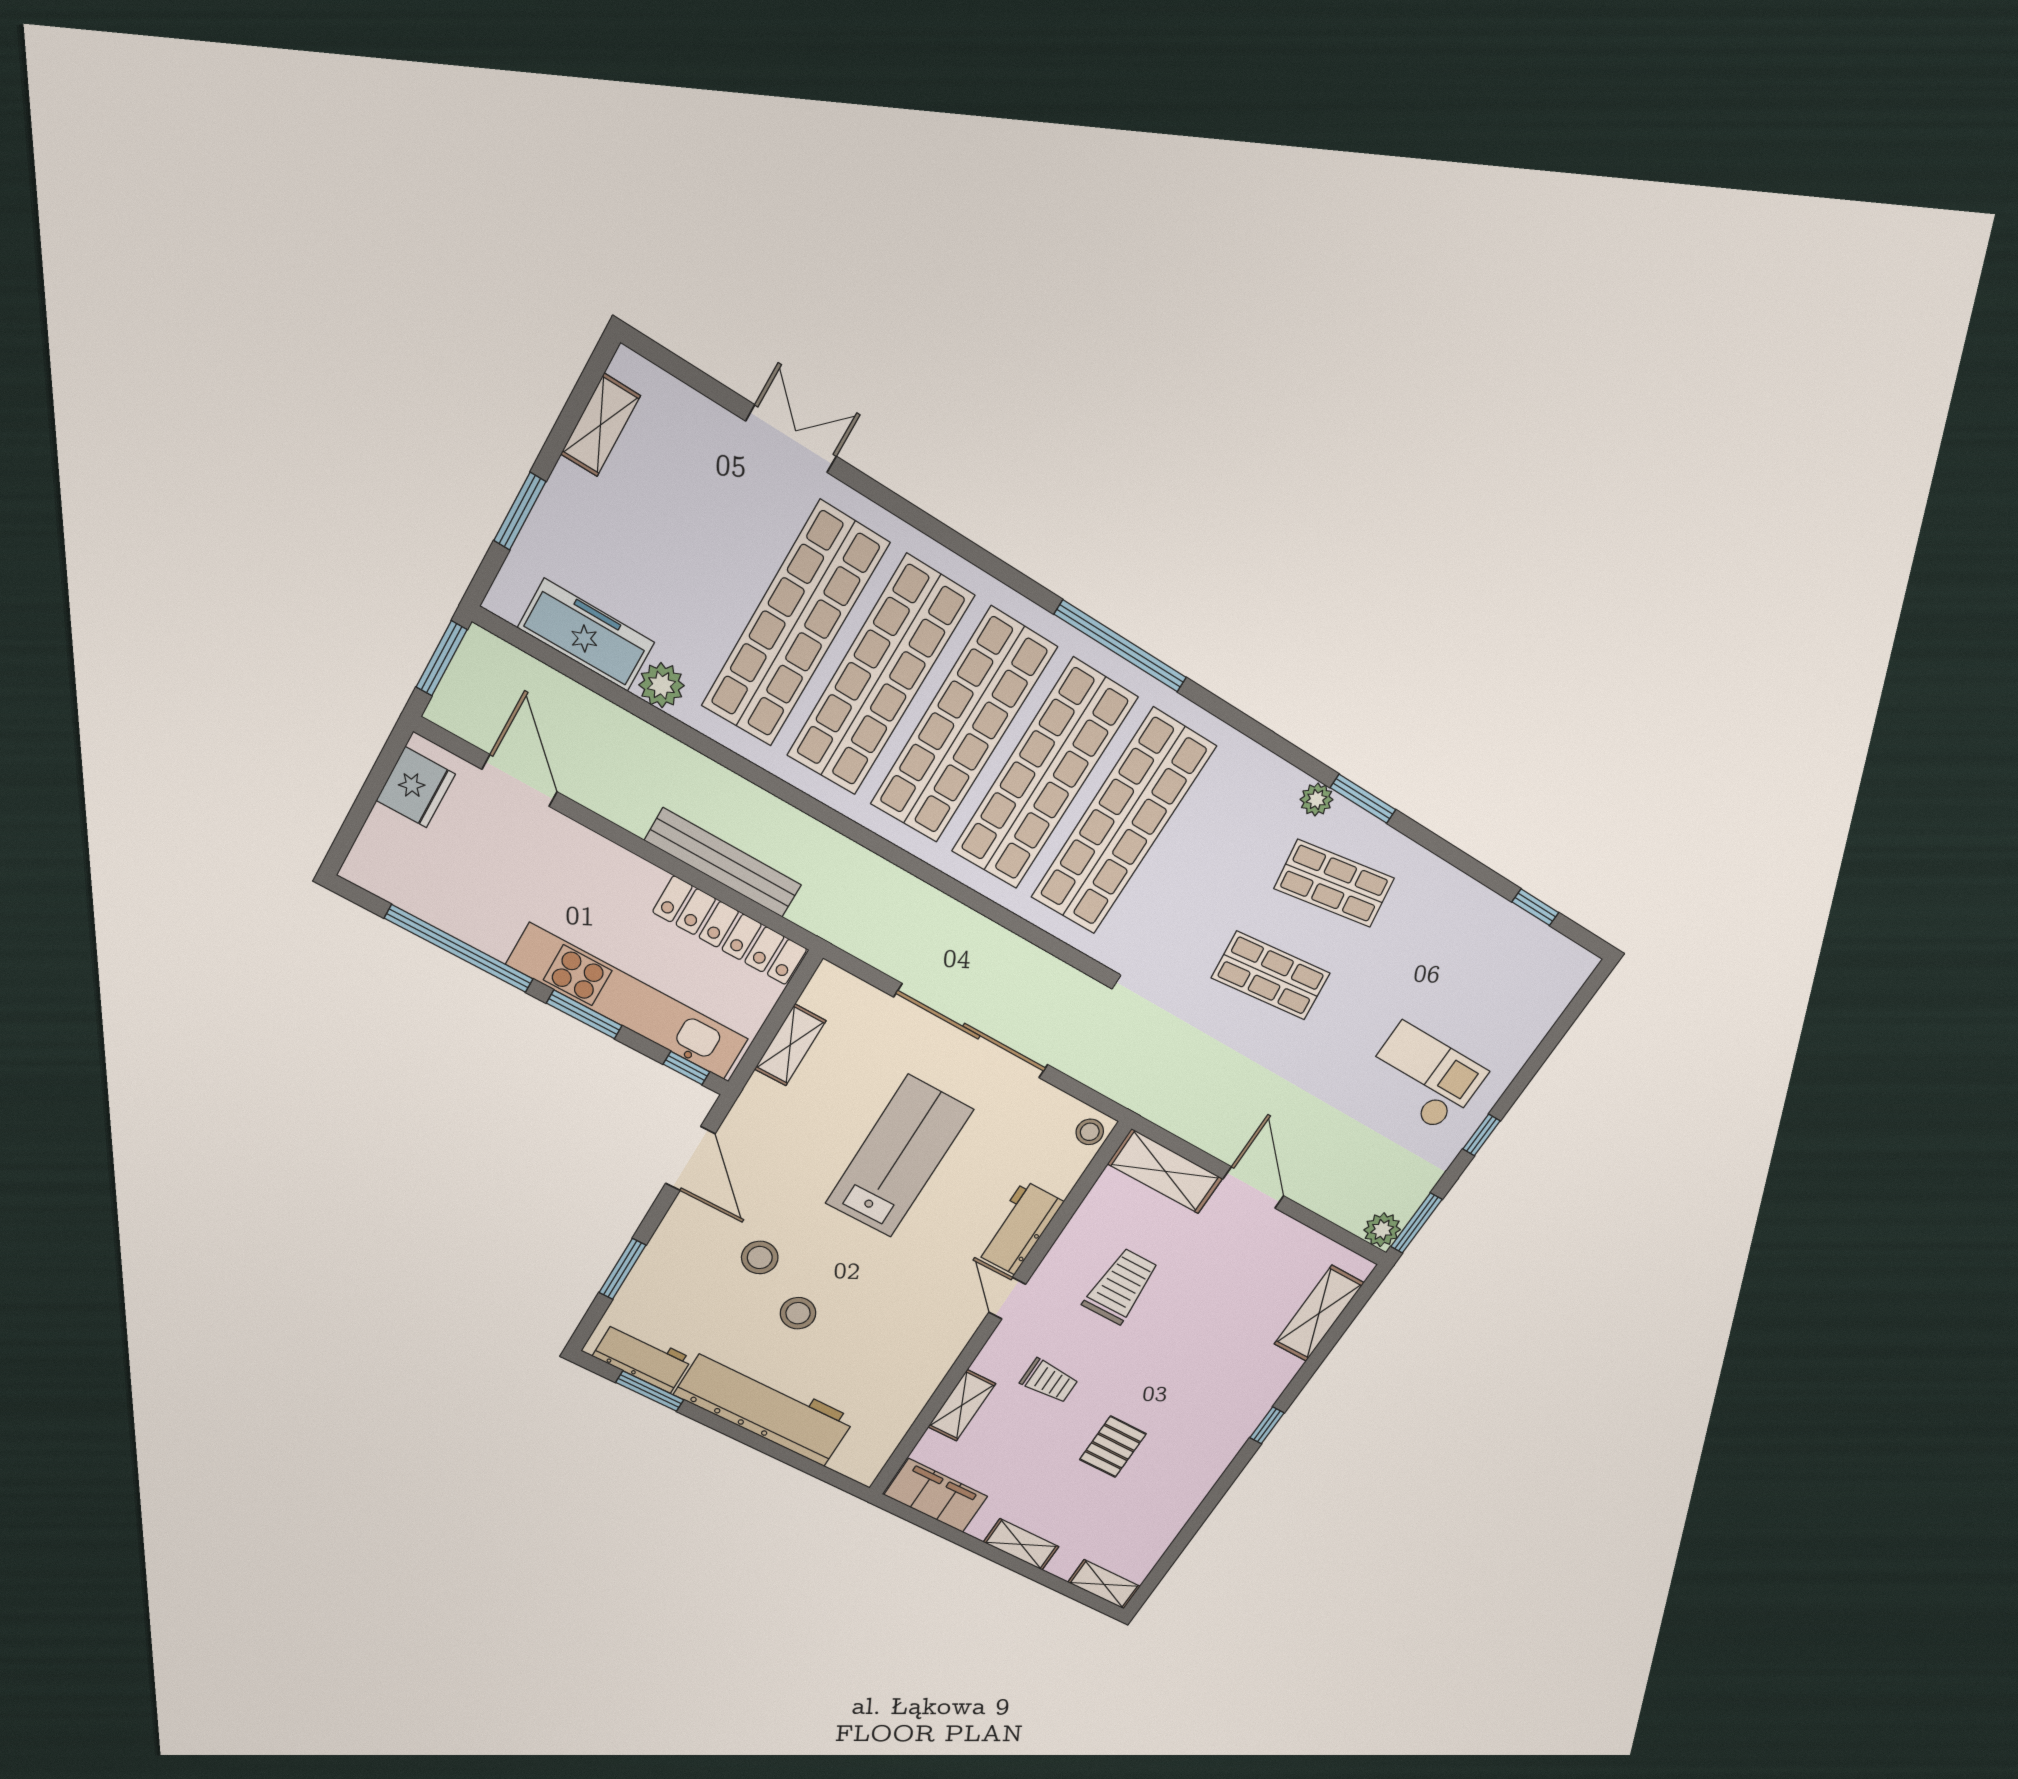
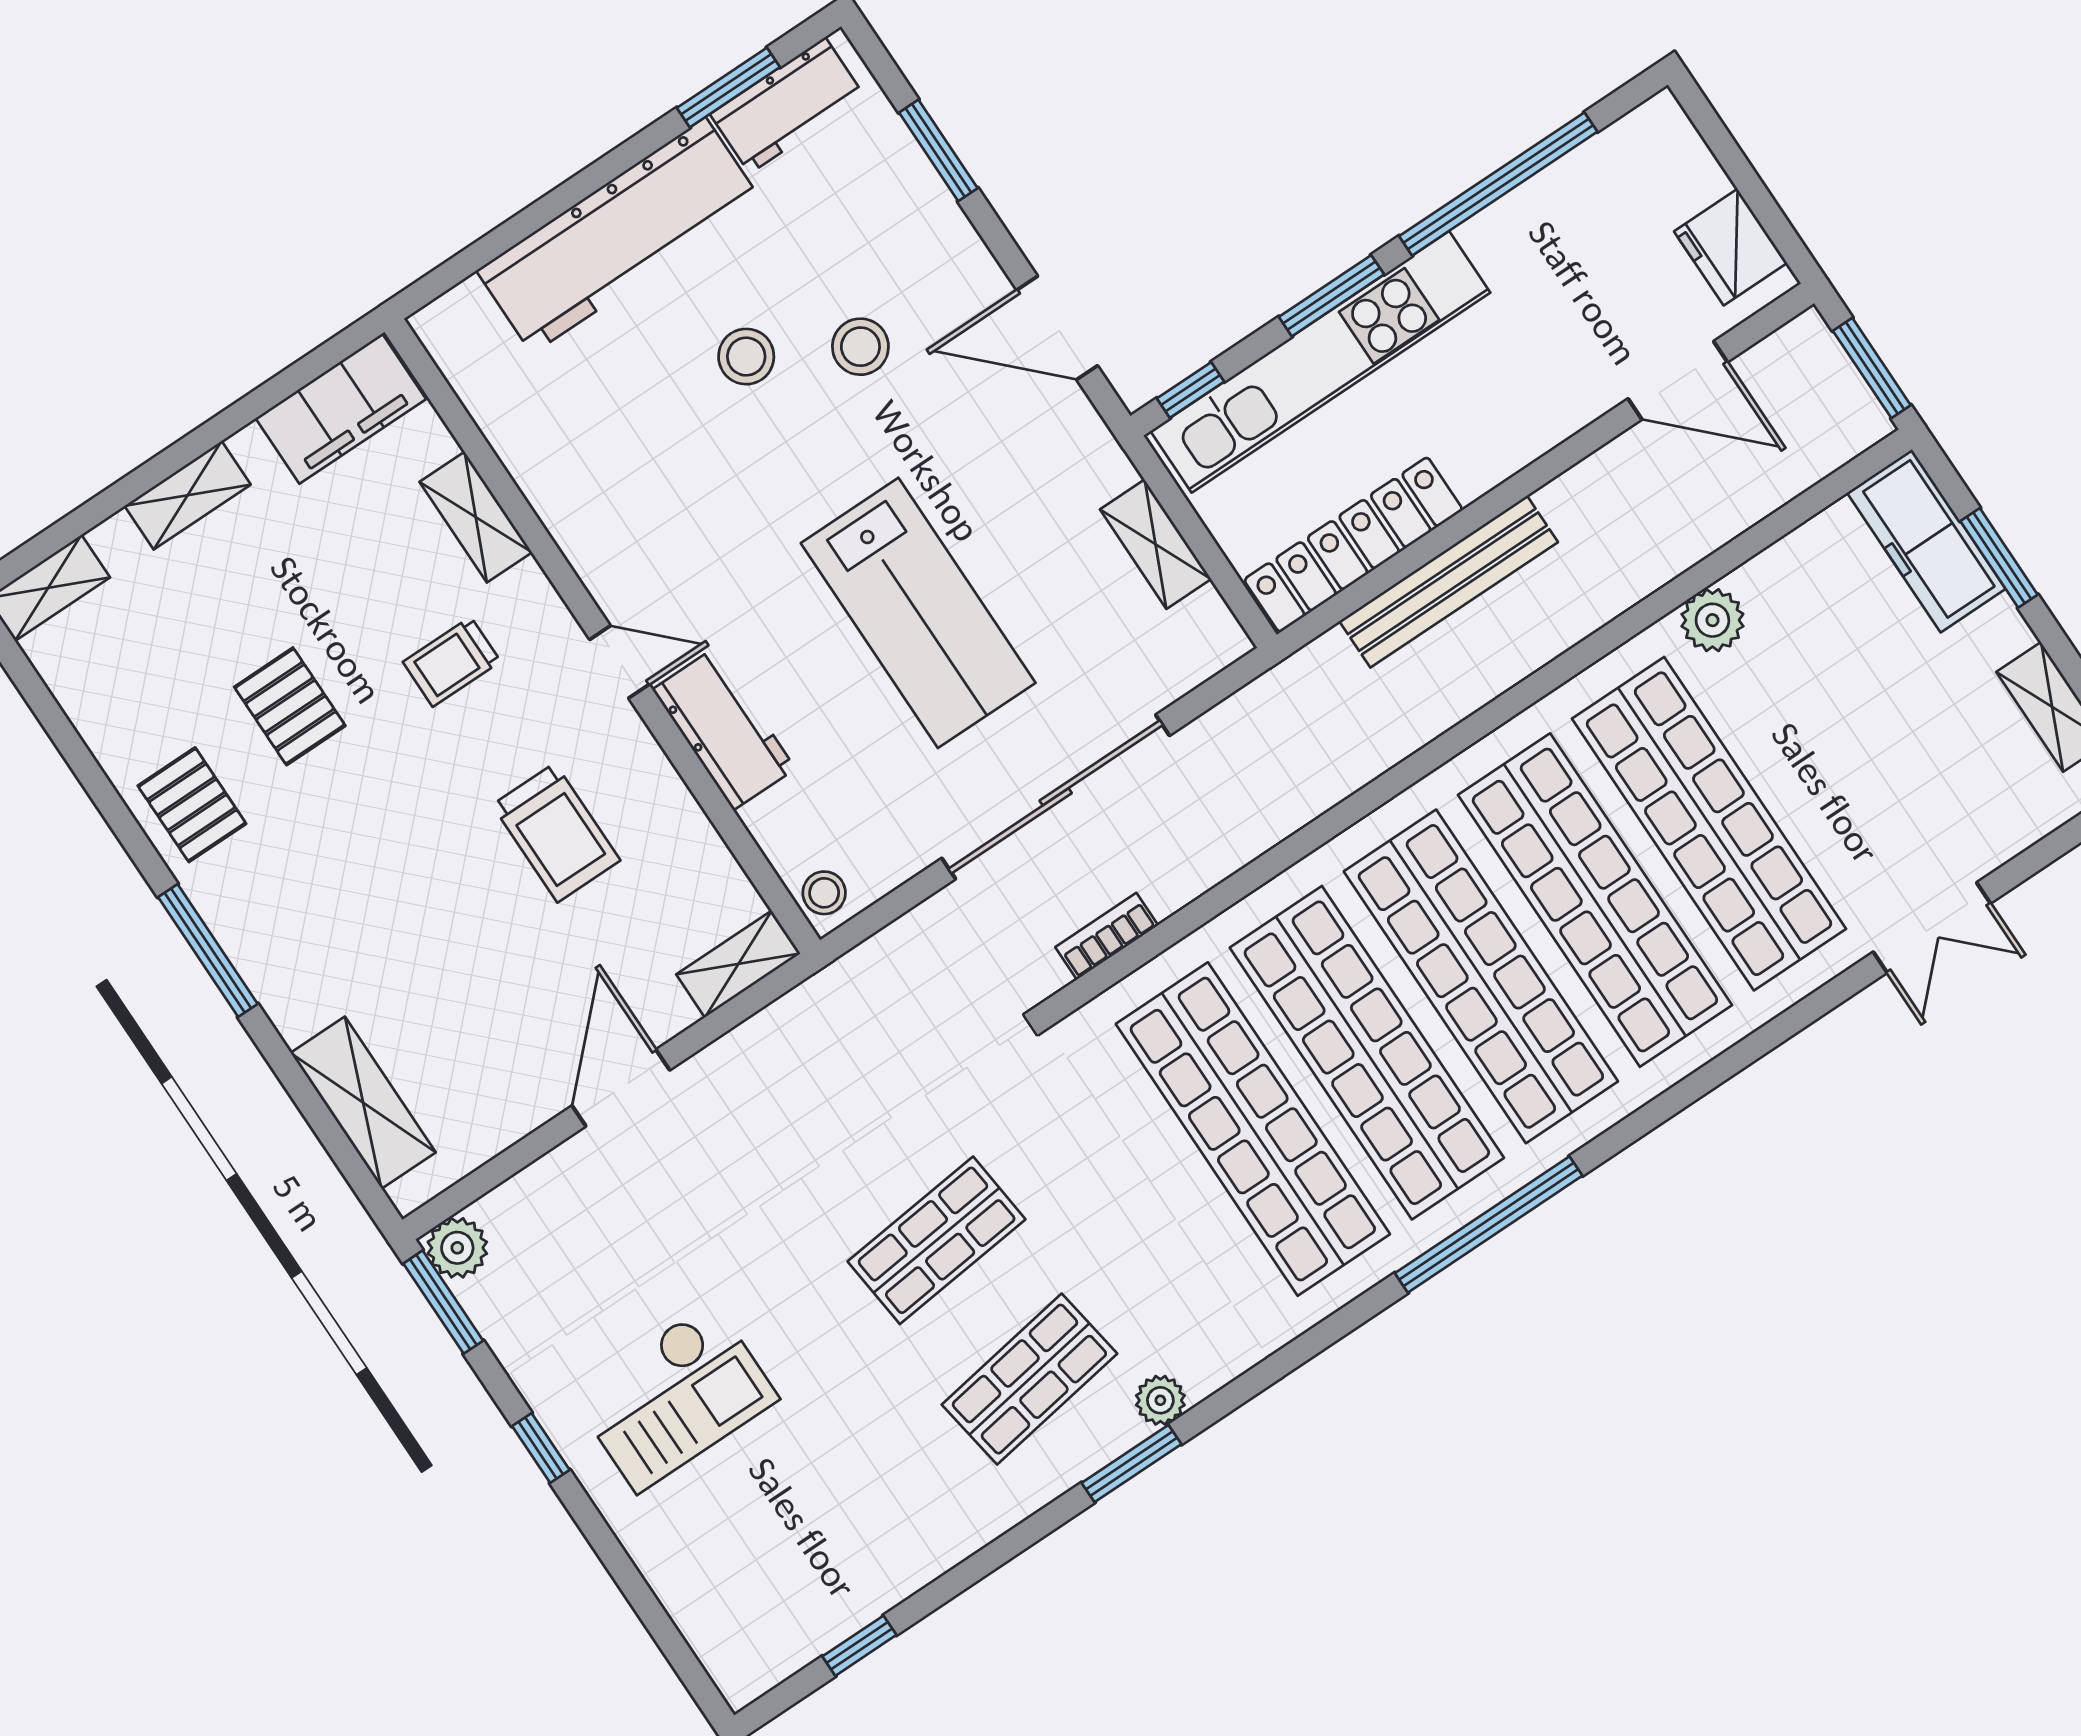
freezer: (586, 635) -> (1926, 541), moved, turned 90
bookcase: (1042, 963) -> (1107, 936), added
shelving: (1165, 1171) -> (738, 964), width x0.67, depth x0.75
door: (1253, 1187) -> (621, 1088), swing flipped
window: (1267, 1425) -> (208, 950), width x2.17
pallet: (1190, 1468) -> (192, 805), added

